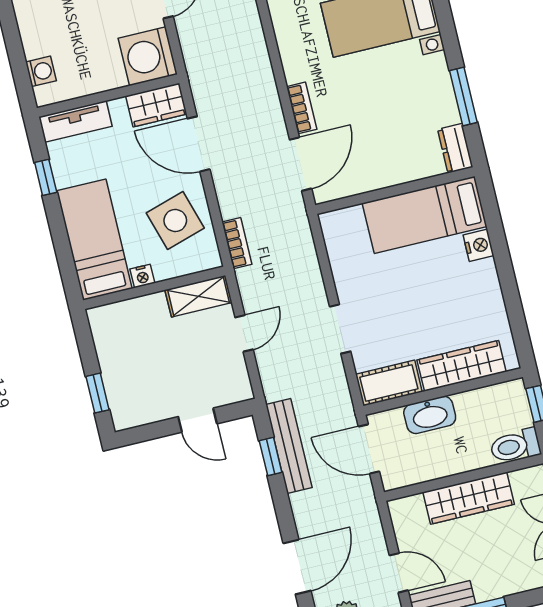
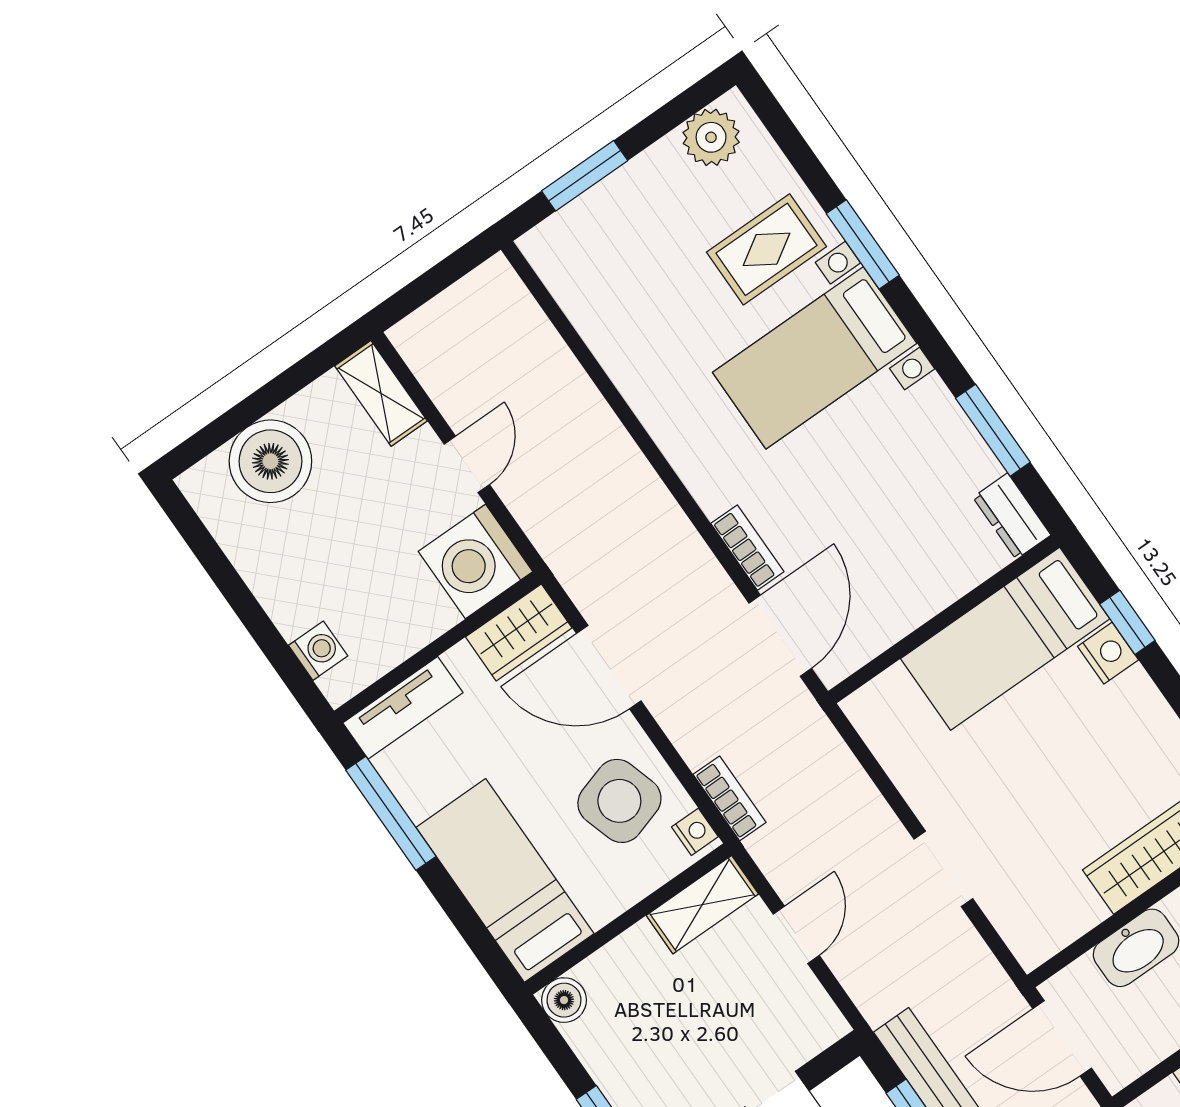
window: (46, 177) -> (391, 813), width x2.17
window: (496, 232) -> (1127, 622), added
nightstand: (142, 276) -> (695, 832), moved, turned -90
boiler: (101, 319) -> (564, 1000), added
cot: (389, 383) -> (1053, 923), removed

